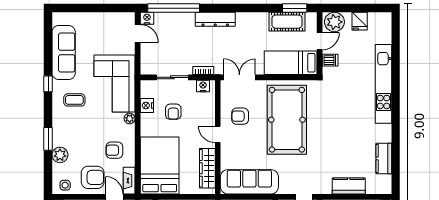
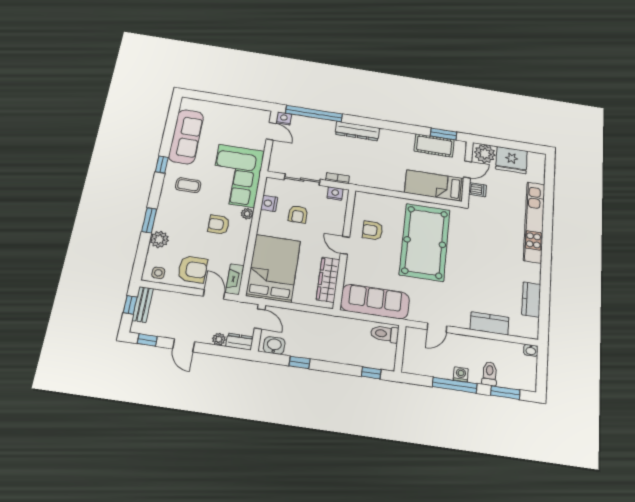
fridge: (360, 21) -> (512, 160), width x1.88, depth x1.34
double door: (239, 77) -> (377, 191), removed
armchair: (114, 150) -> (219, 225), moved

